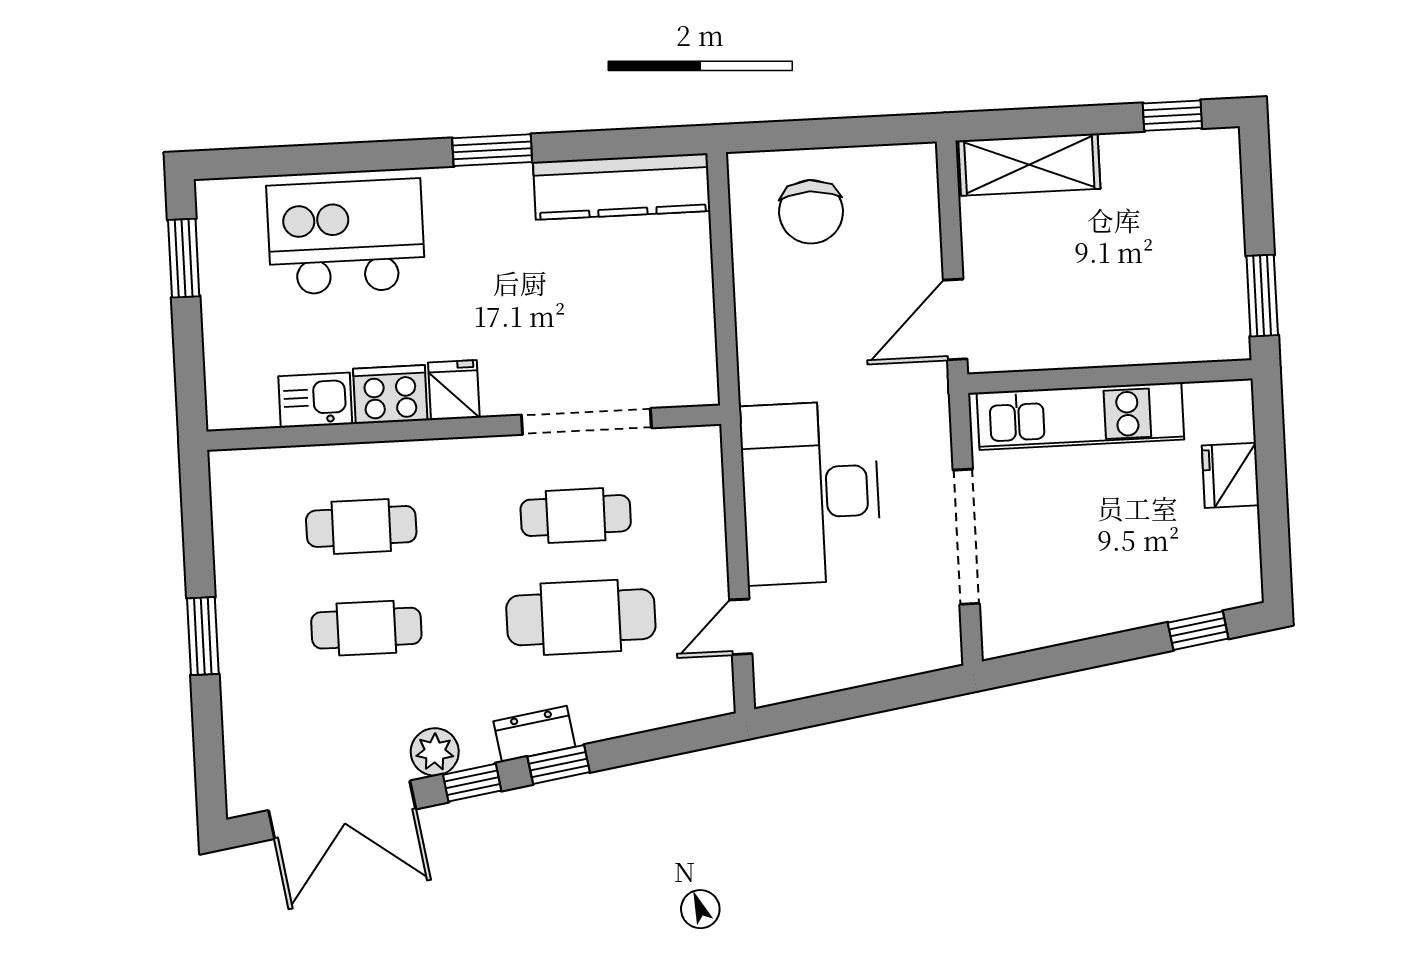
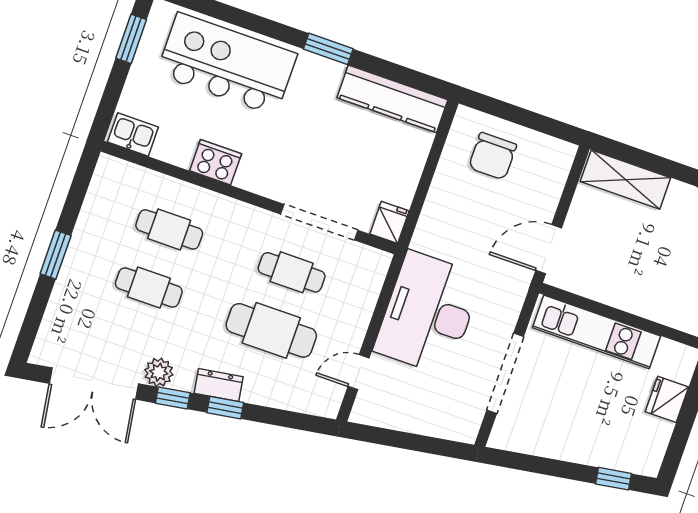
kitchen island: (346, 237) -> (227, 64), width x1.37
fridge: (454, 390) -> (390, 222), moved
kitchen sink: (315, 400) -> (133, 135), moved

